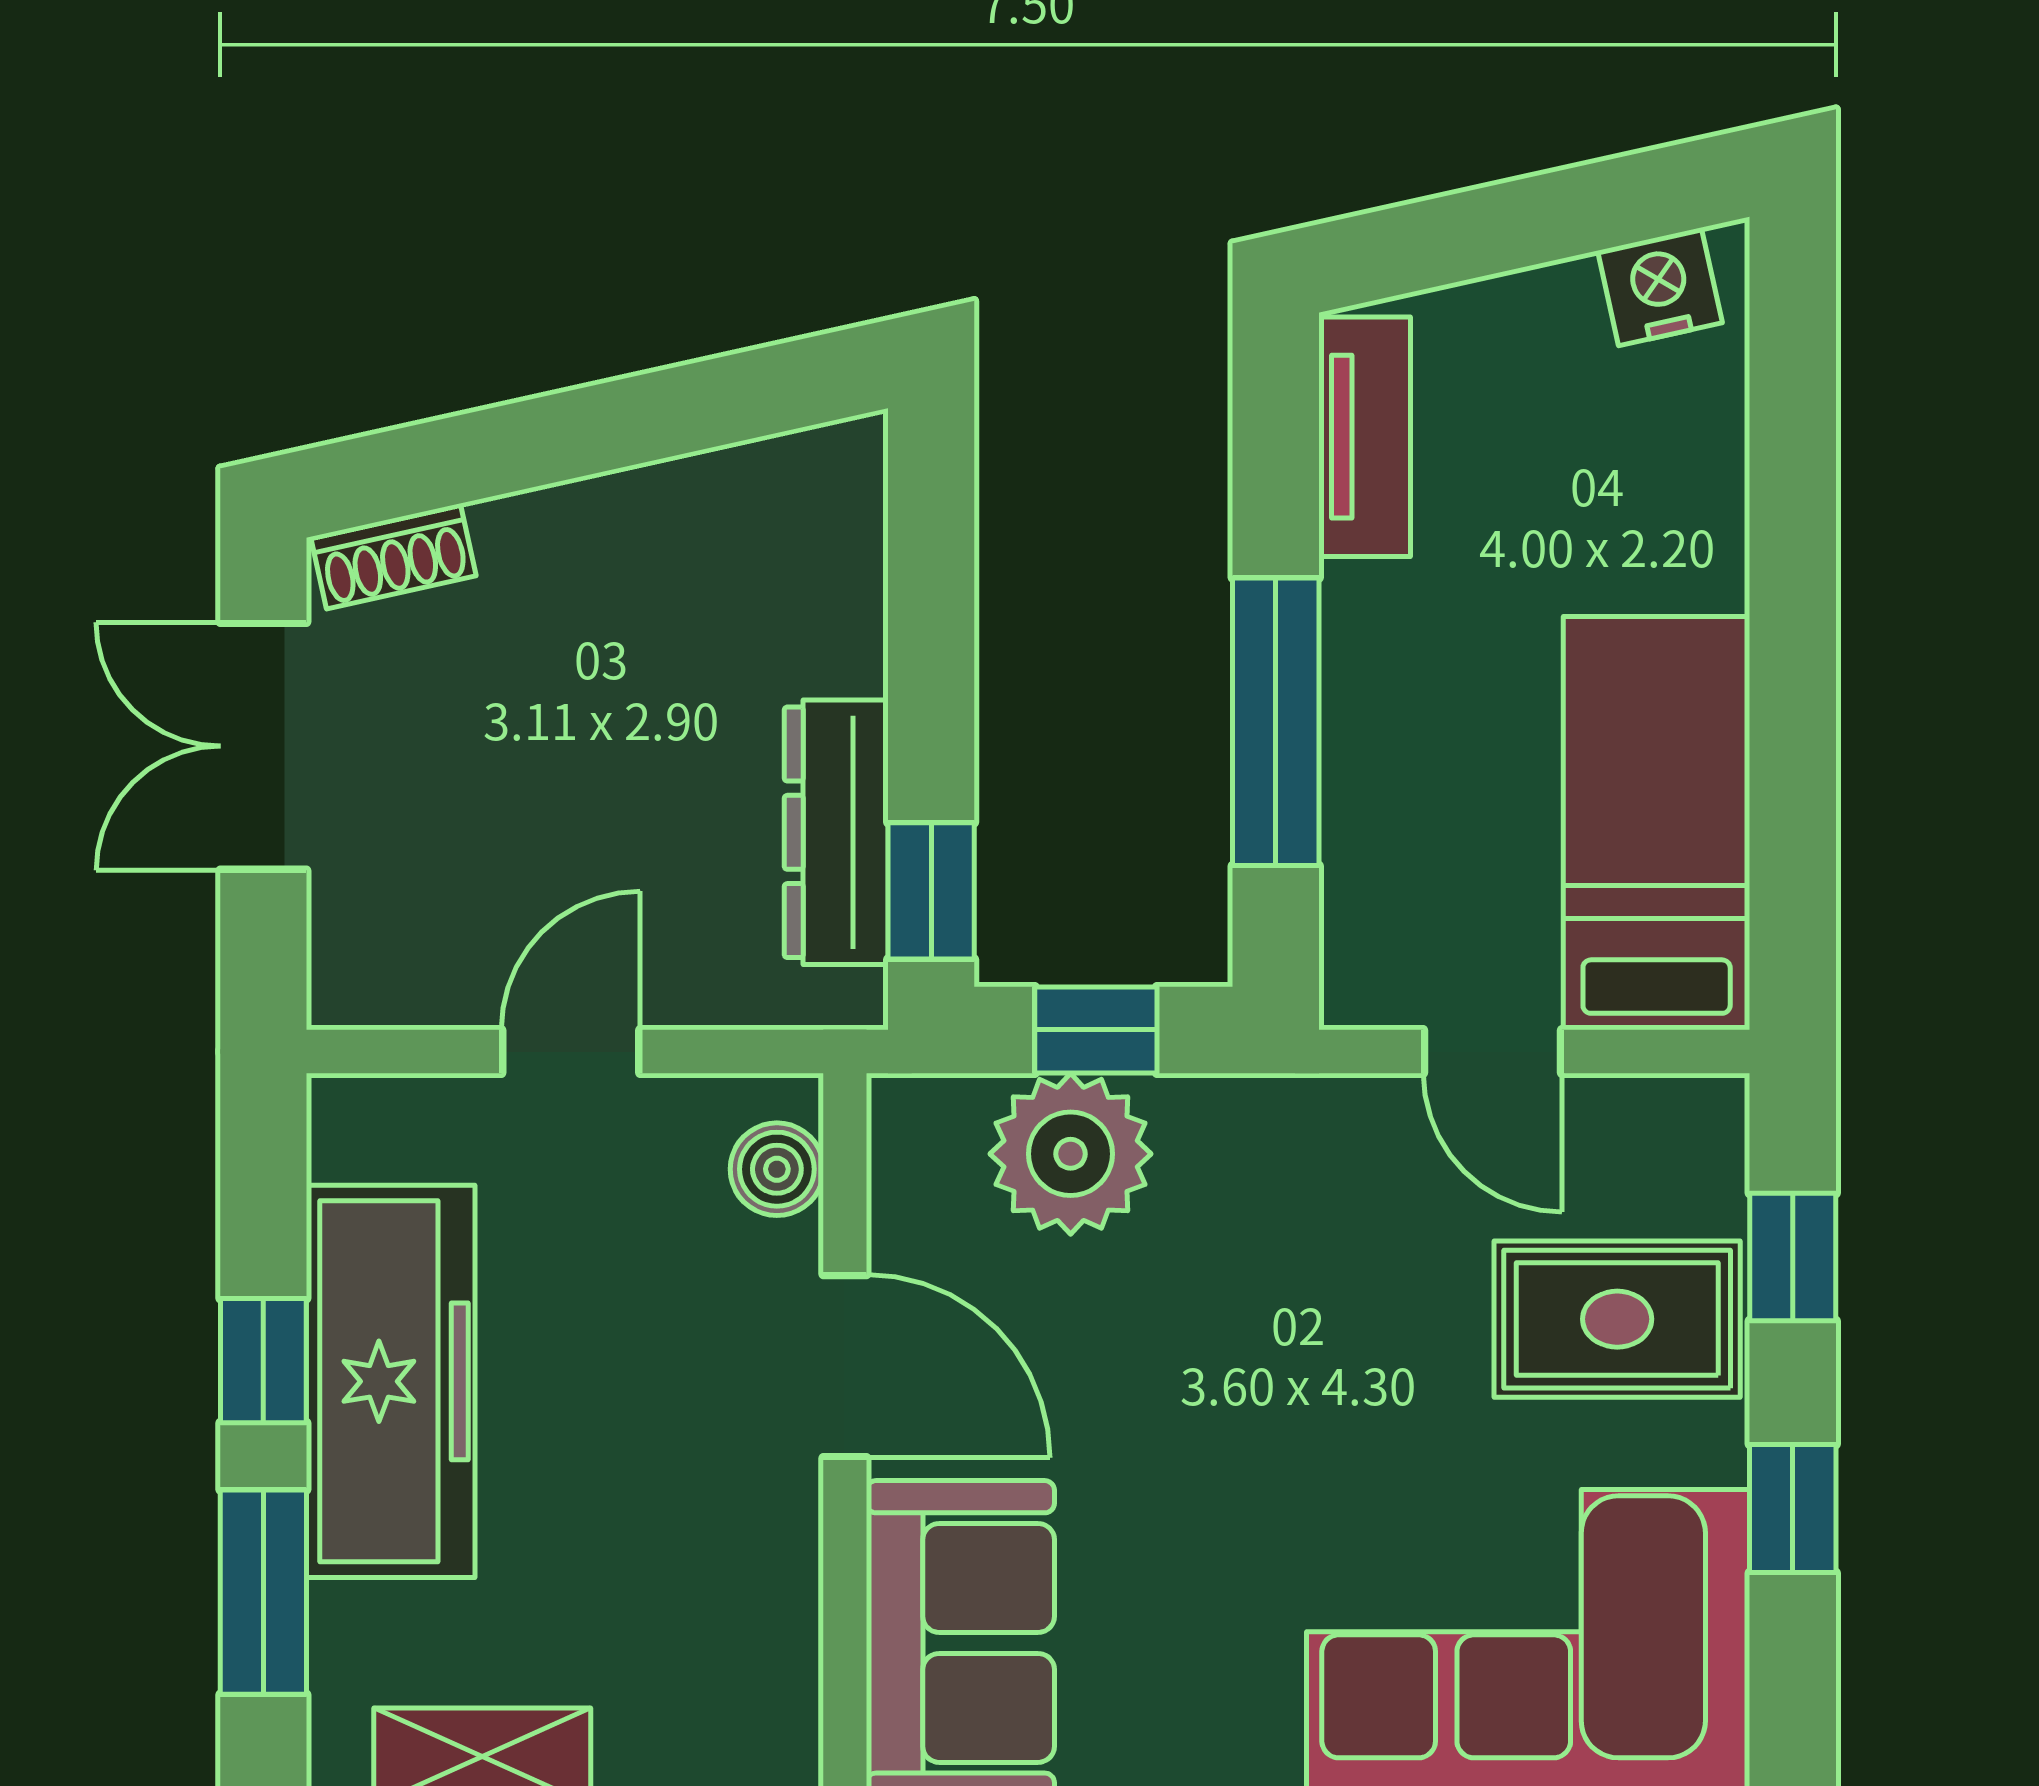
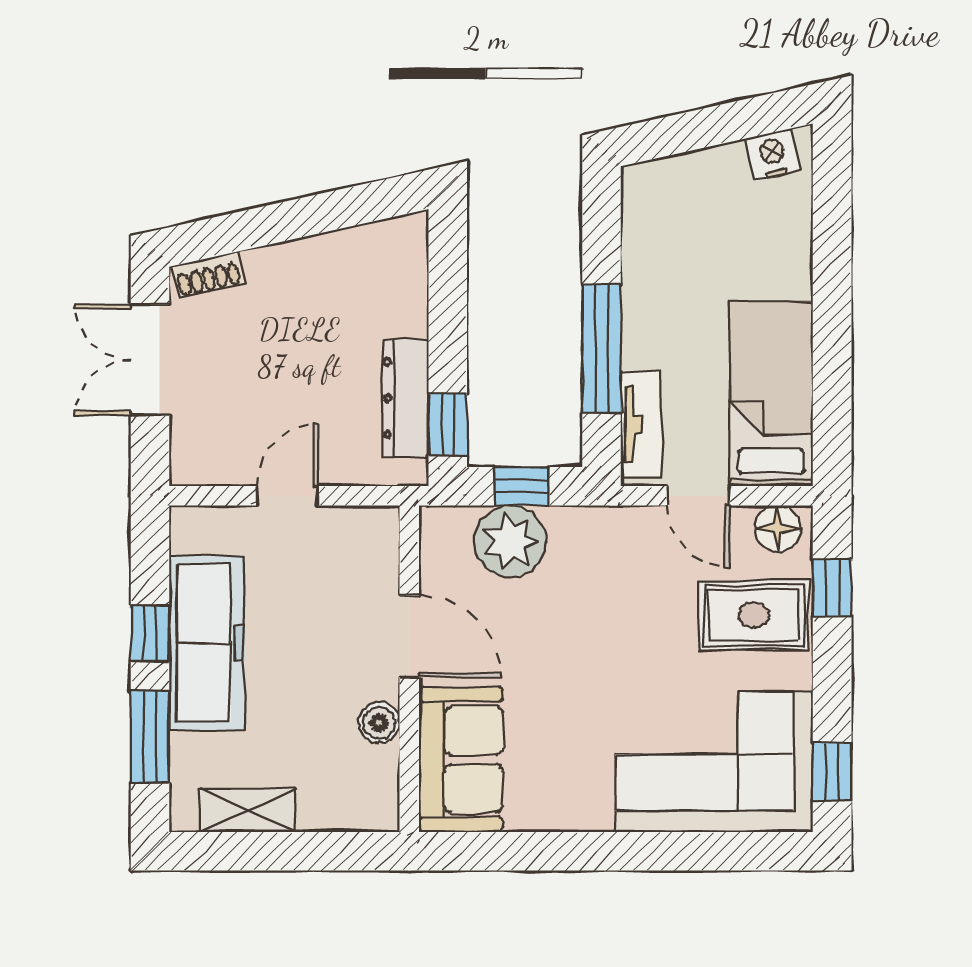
tv unit: (1365, 437) -> (641, 424), moved
floor lamp: (1670, 1124) -> (777, 528), added
boiler: (777, 1169) -> (379, 723), moved
window: (1793, 1509) -> (832, 772), moved

